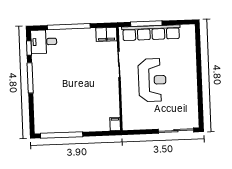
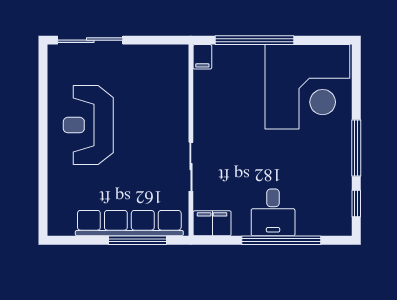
desk: (44, 42) -> (273, 212), moved, turned 90
reception desk: (152, 80) -> (88, 125), moved
corner desk: (58, 110) -> (307, 87), added
window: (62, 135) -> (255, 40), moved

